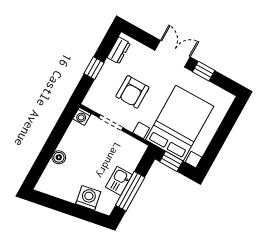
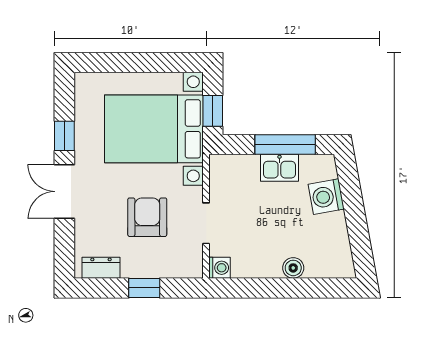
armchair: (132, 92) -> (147, 217), turned -90

